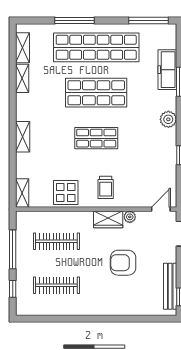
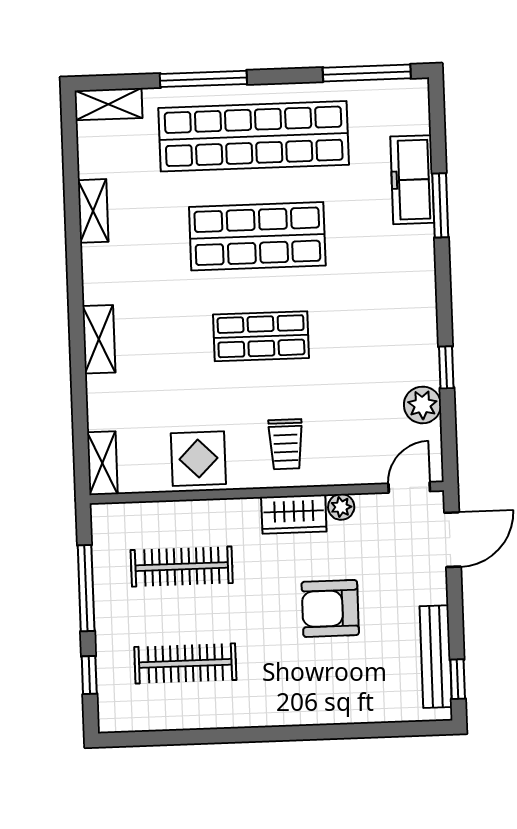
shelving: (23, 48) -> (108, 104), moved, turned 90
plant: (168, 119) -> (422, 405), moved

